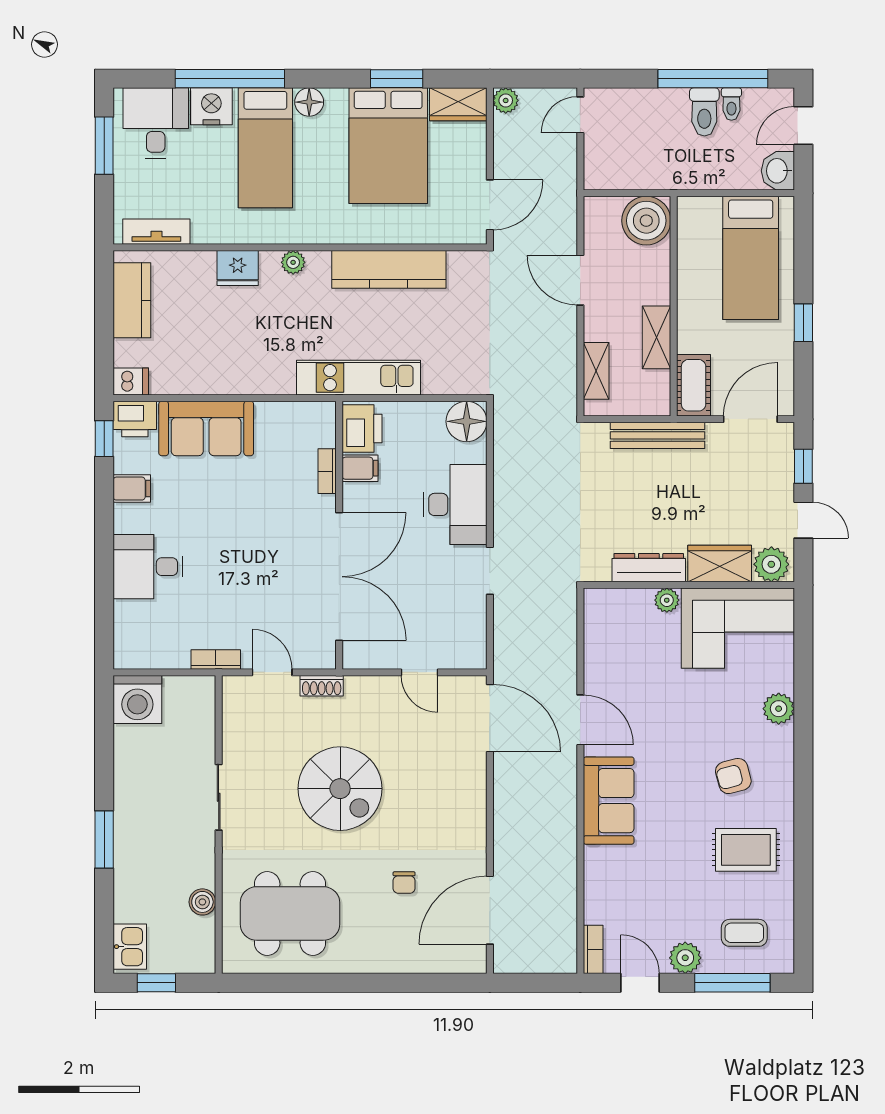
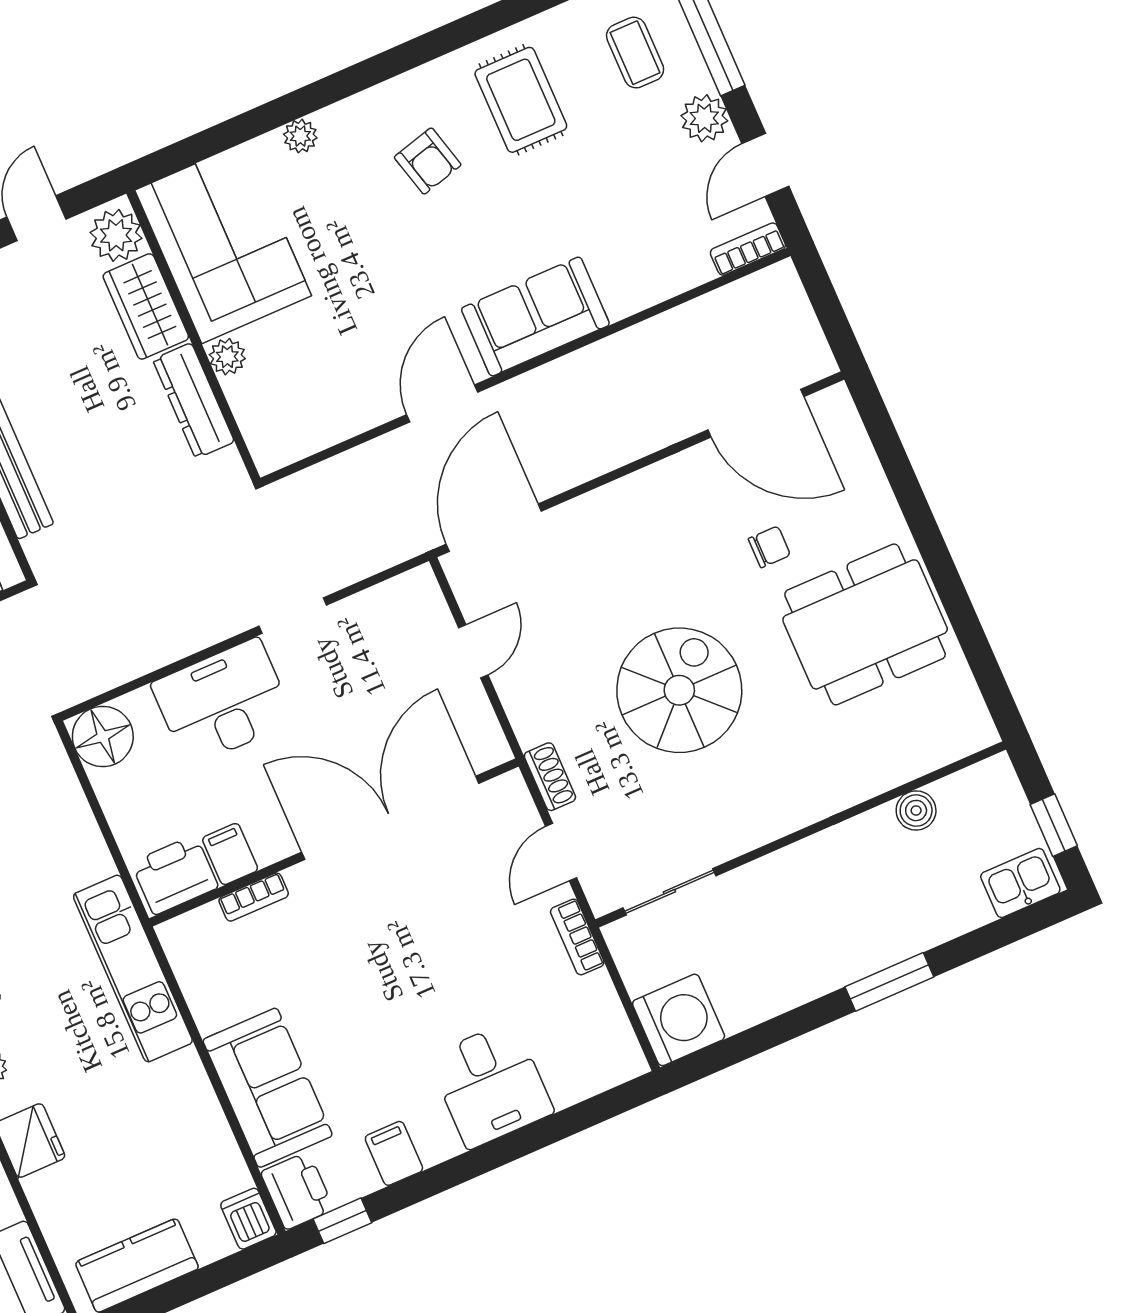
kitchen unit: (358, 378) -> (133, 968), moved
plant: (779, 709) -> (300, 136), width x0.73, depth x0.73
sliding door: (219, 797) -> (669, 892), moved
dining table: (290, 913) -> (865, 624), moved, turned 90

